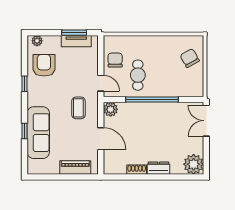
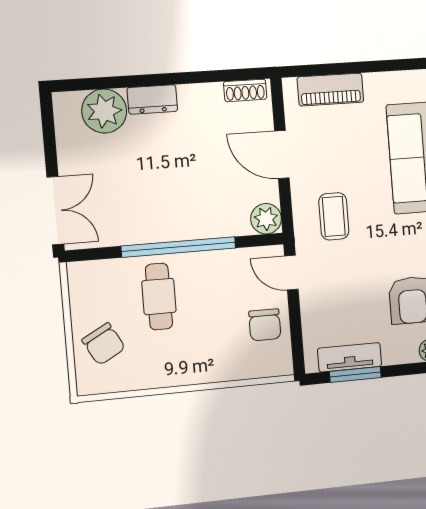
cafe table: (138, 75) -> (159, 297), moved
plant: (194, 164) -> (104, 111), moved
shoe rack: (137, 170) -> (245, 90), moved

